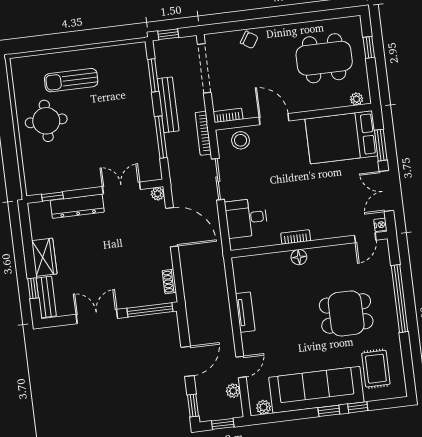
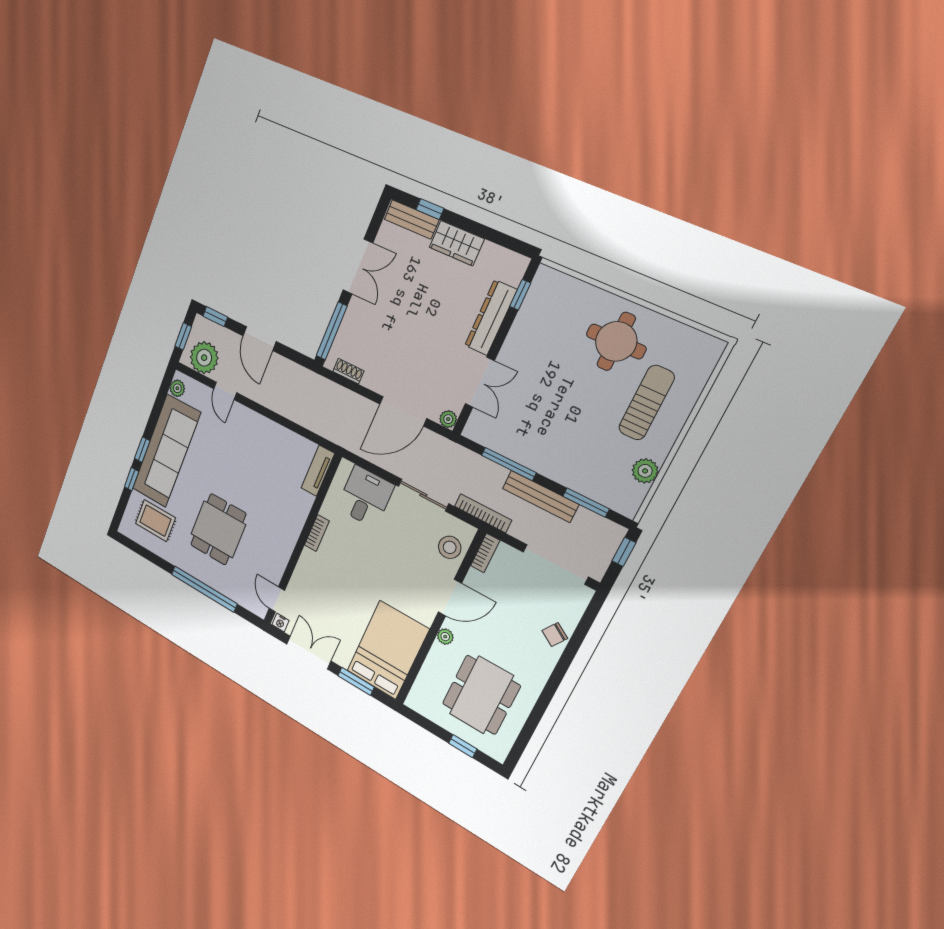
plant: (111, 55) -> (645, 471), added
plant: (357, 99) -> (445, 637), moved
floor lamp: (299, 257) -> (296, 522), removed
tv unit: (245, 312) -> (318, 471), moved, turned 90
plant: (233, 391) -> (204, 358), width x1.88, depth x1.88

